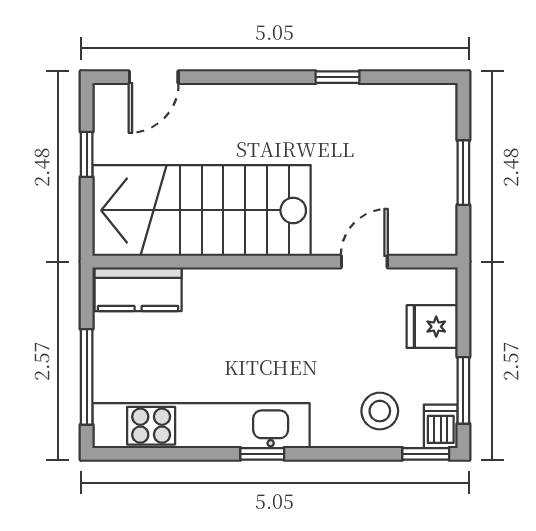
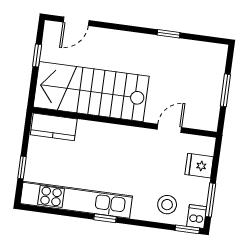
window: (87, 377) -> (22, 168), width x0.46

